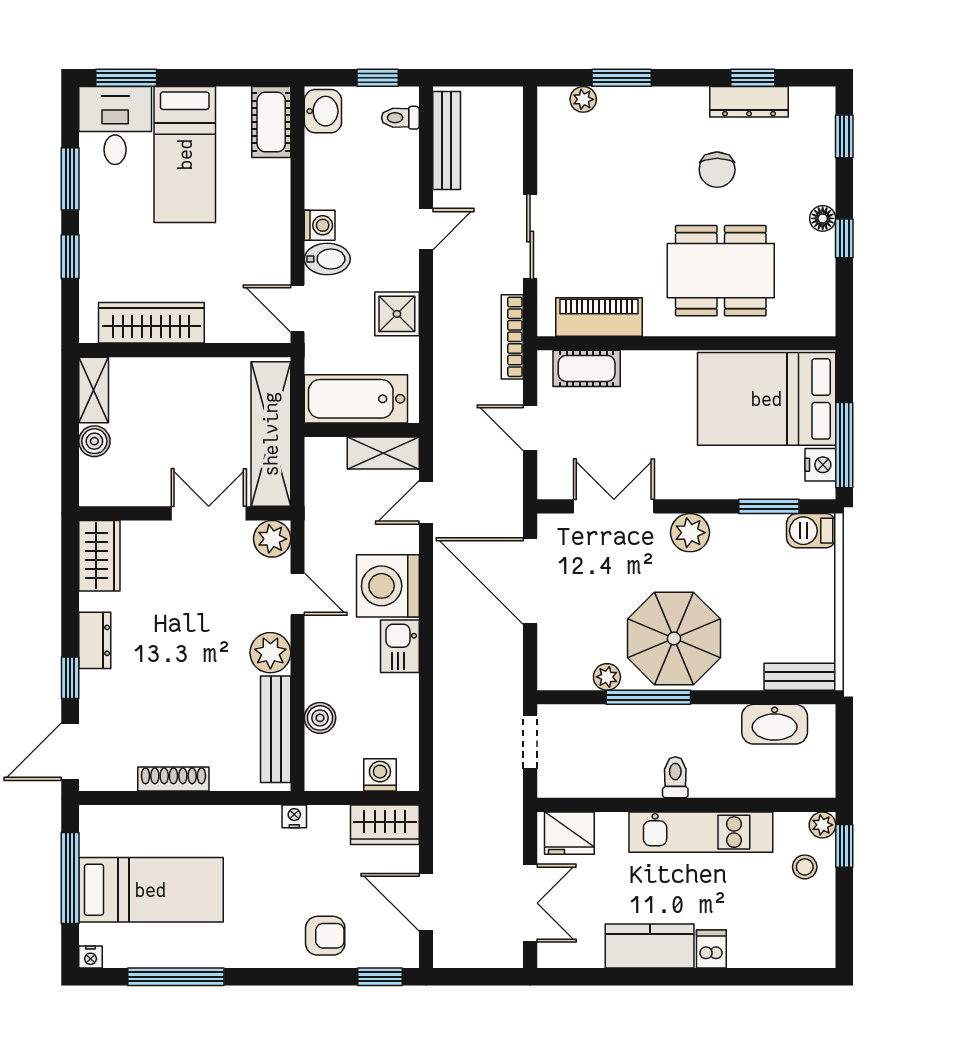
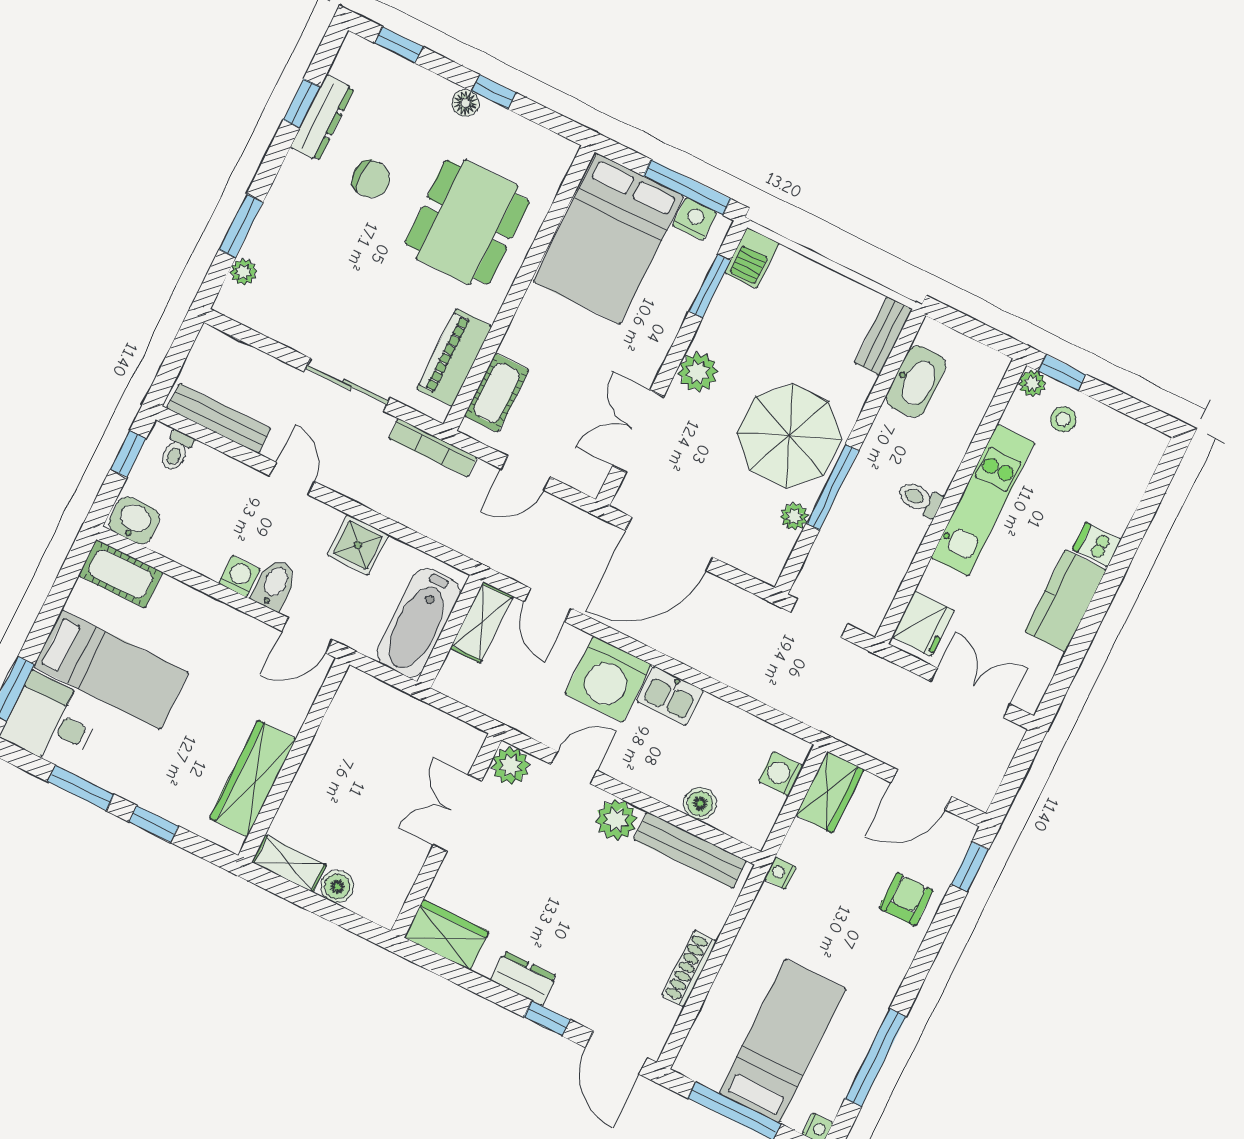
shelving: (271, 434) -> (412, 718), removed

